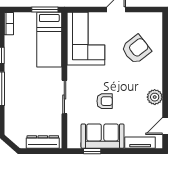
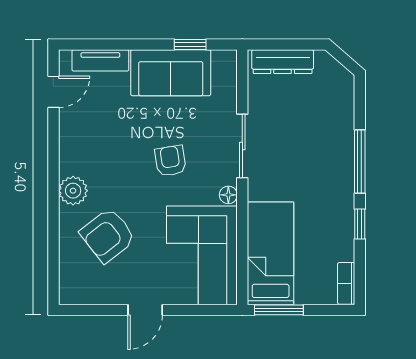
floor lamp: (72, 71) -> (228, 195), added
plant: (155, 97) -> (73, 191), moved
armchair: (105, 101) -> (170, 161), moved, turned 81

